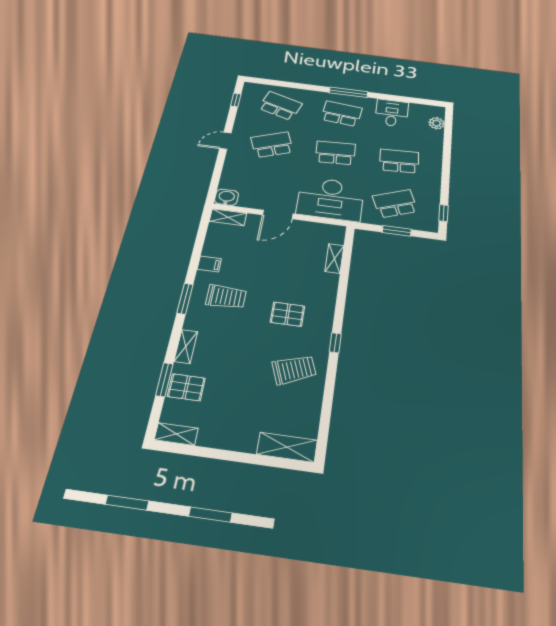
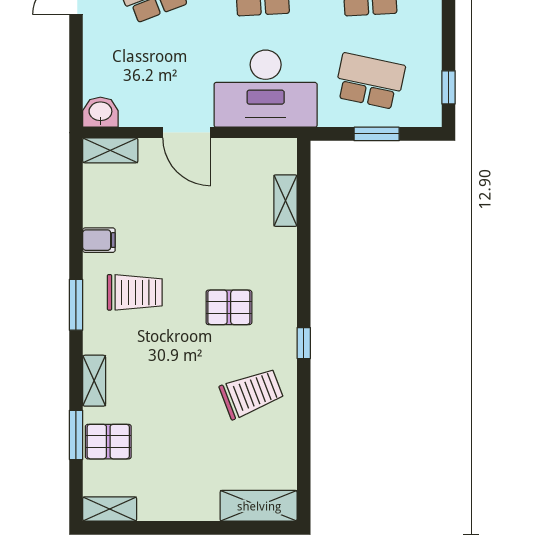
school desk: (395, 204) -> (370, 81), turned 33
door: (278, 214) -> (187, 133), hinge flipped

